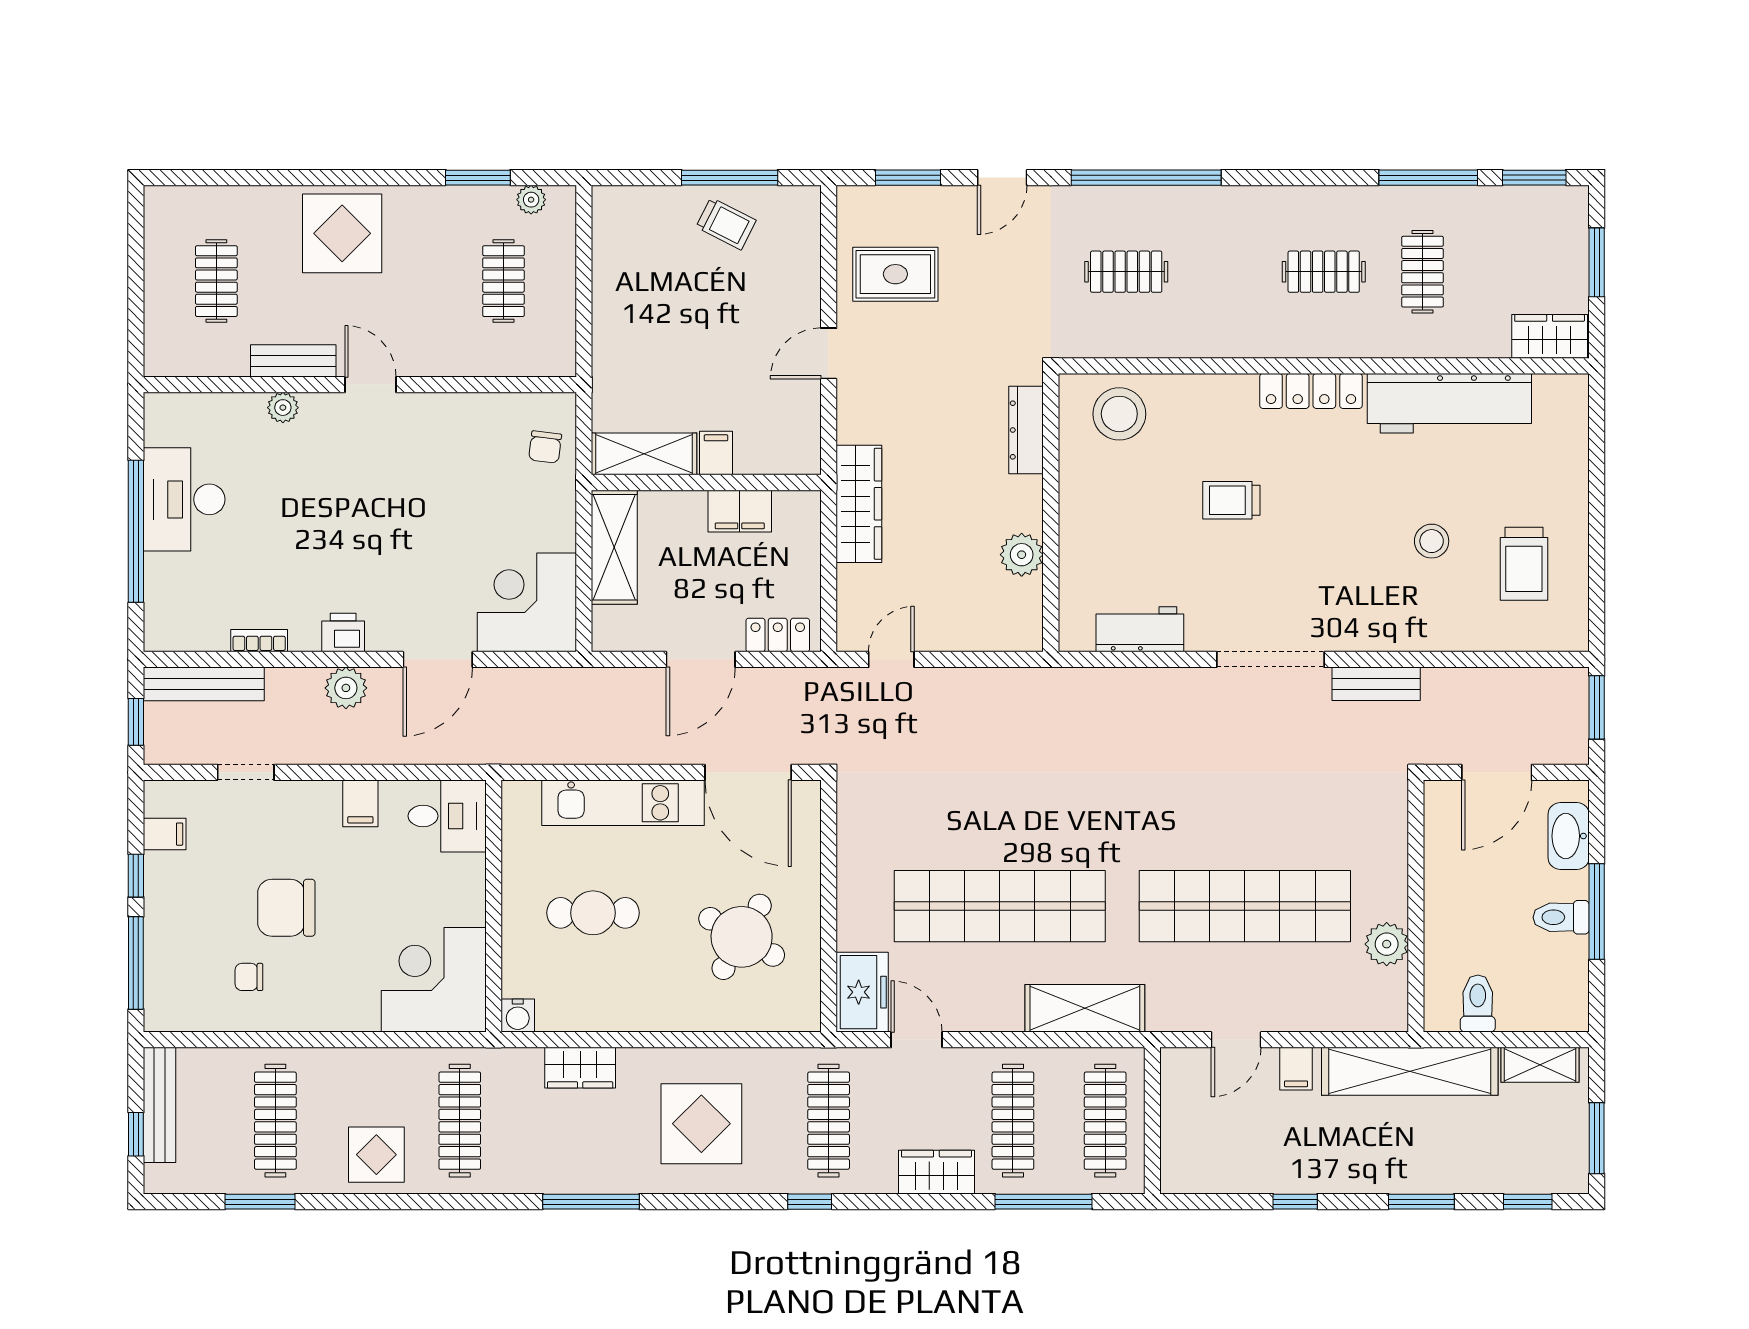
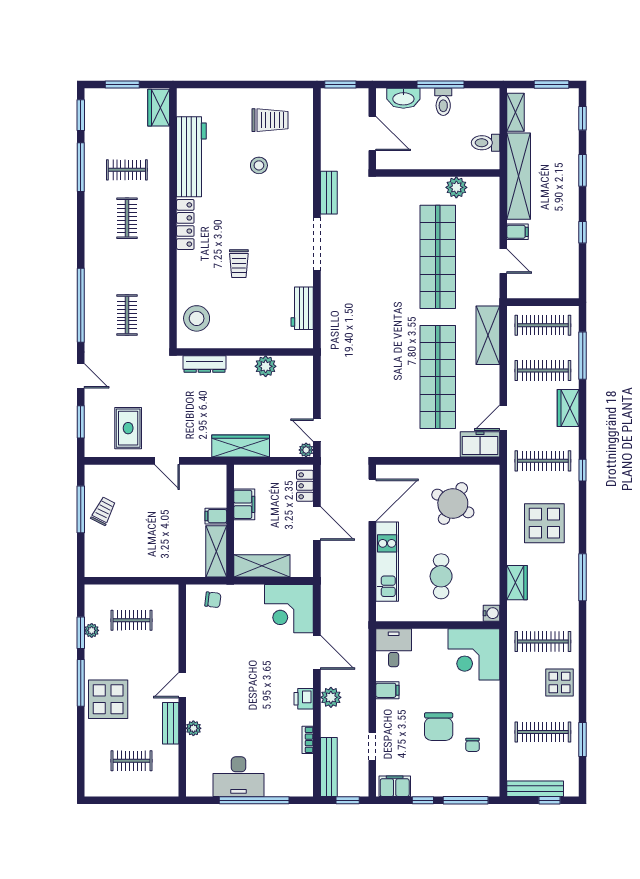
window: (375, 178) -> (81, 683), added
plant: (531, 200) -> (92, 630), moved
plant: (851, 637) -> (306, 450), added
filing cabinet: (165, 834) -> (395, 786), width x2.00

